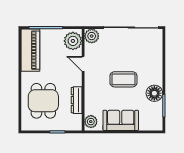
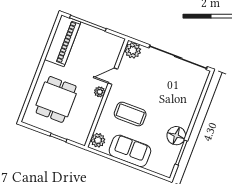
plant: (73, 41) -> (100, 92), moved, width x0.53, depth x0.53
door: (83, 64) -> (113, 76), hinge flipped
coffee table: (123, 79) -> (130, 114), moved
dresser: (77, 100) -> (92, 112), removed

